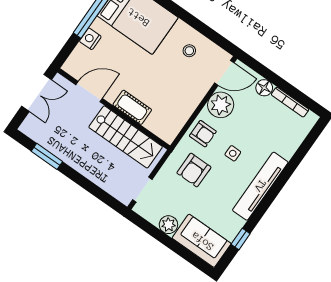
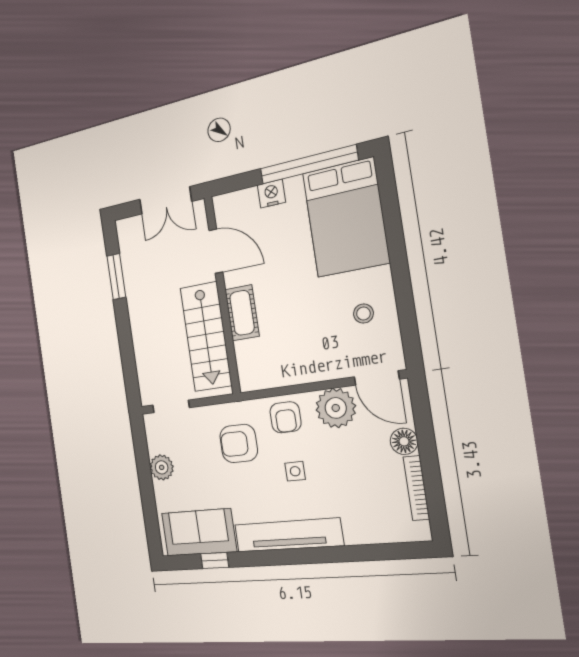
sofa: (202, 241) -> (199, 532), moved, turned -90

